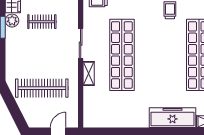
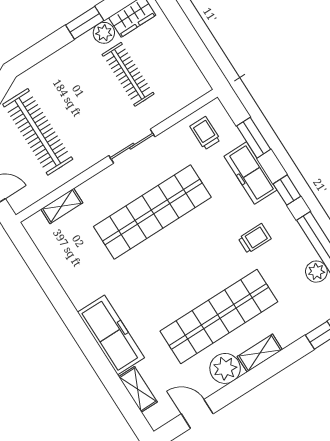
clothes rail: (42, 22) -> (128, 74), width x1.36
shelving: (89, 73) -> (62, 206), moved

